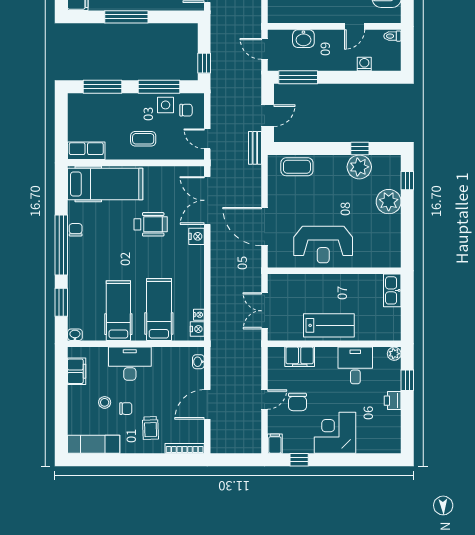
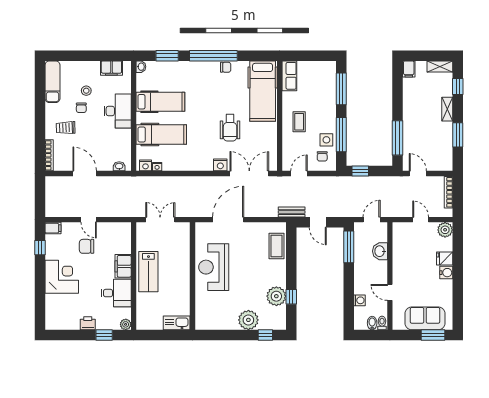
window: (126, 17) -> (398, 138), moved
bidet: (392, 48) -> (372, 323), added
filing cabinet: (300, 357) -> (123, 266), moved

